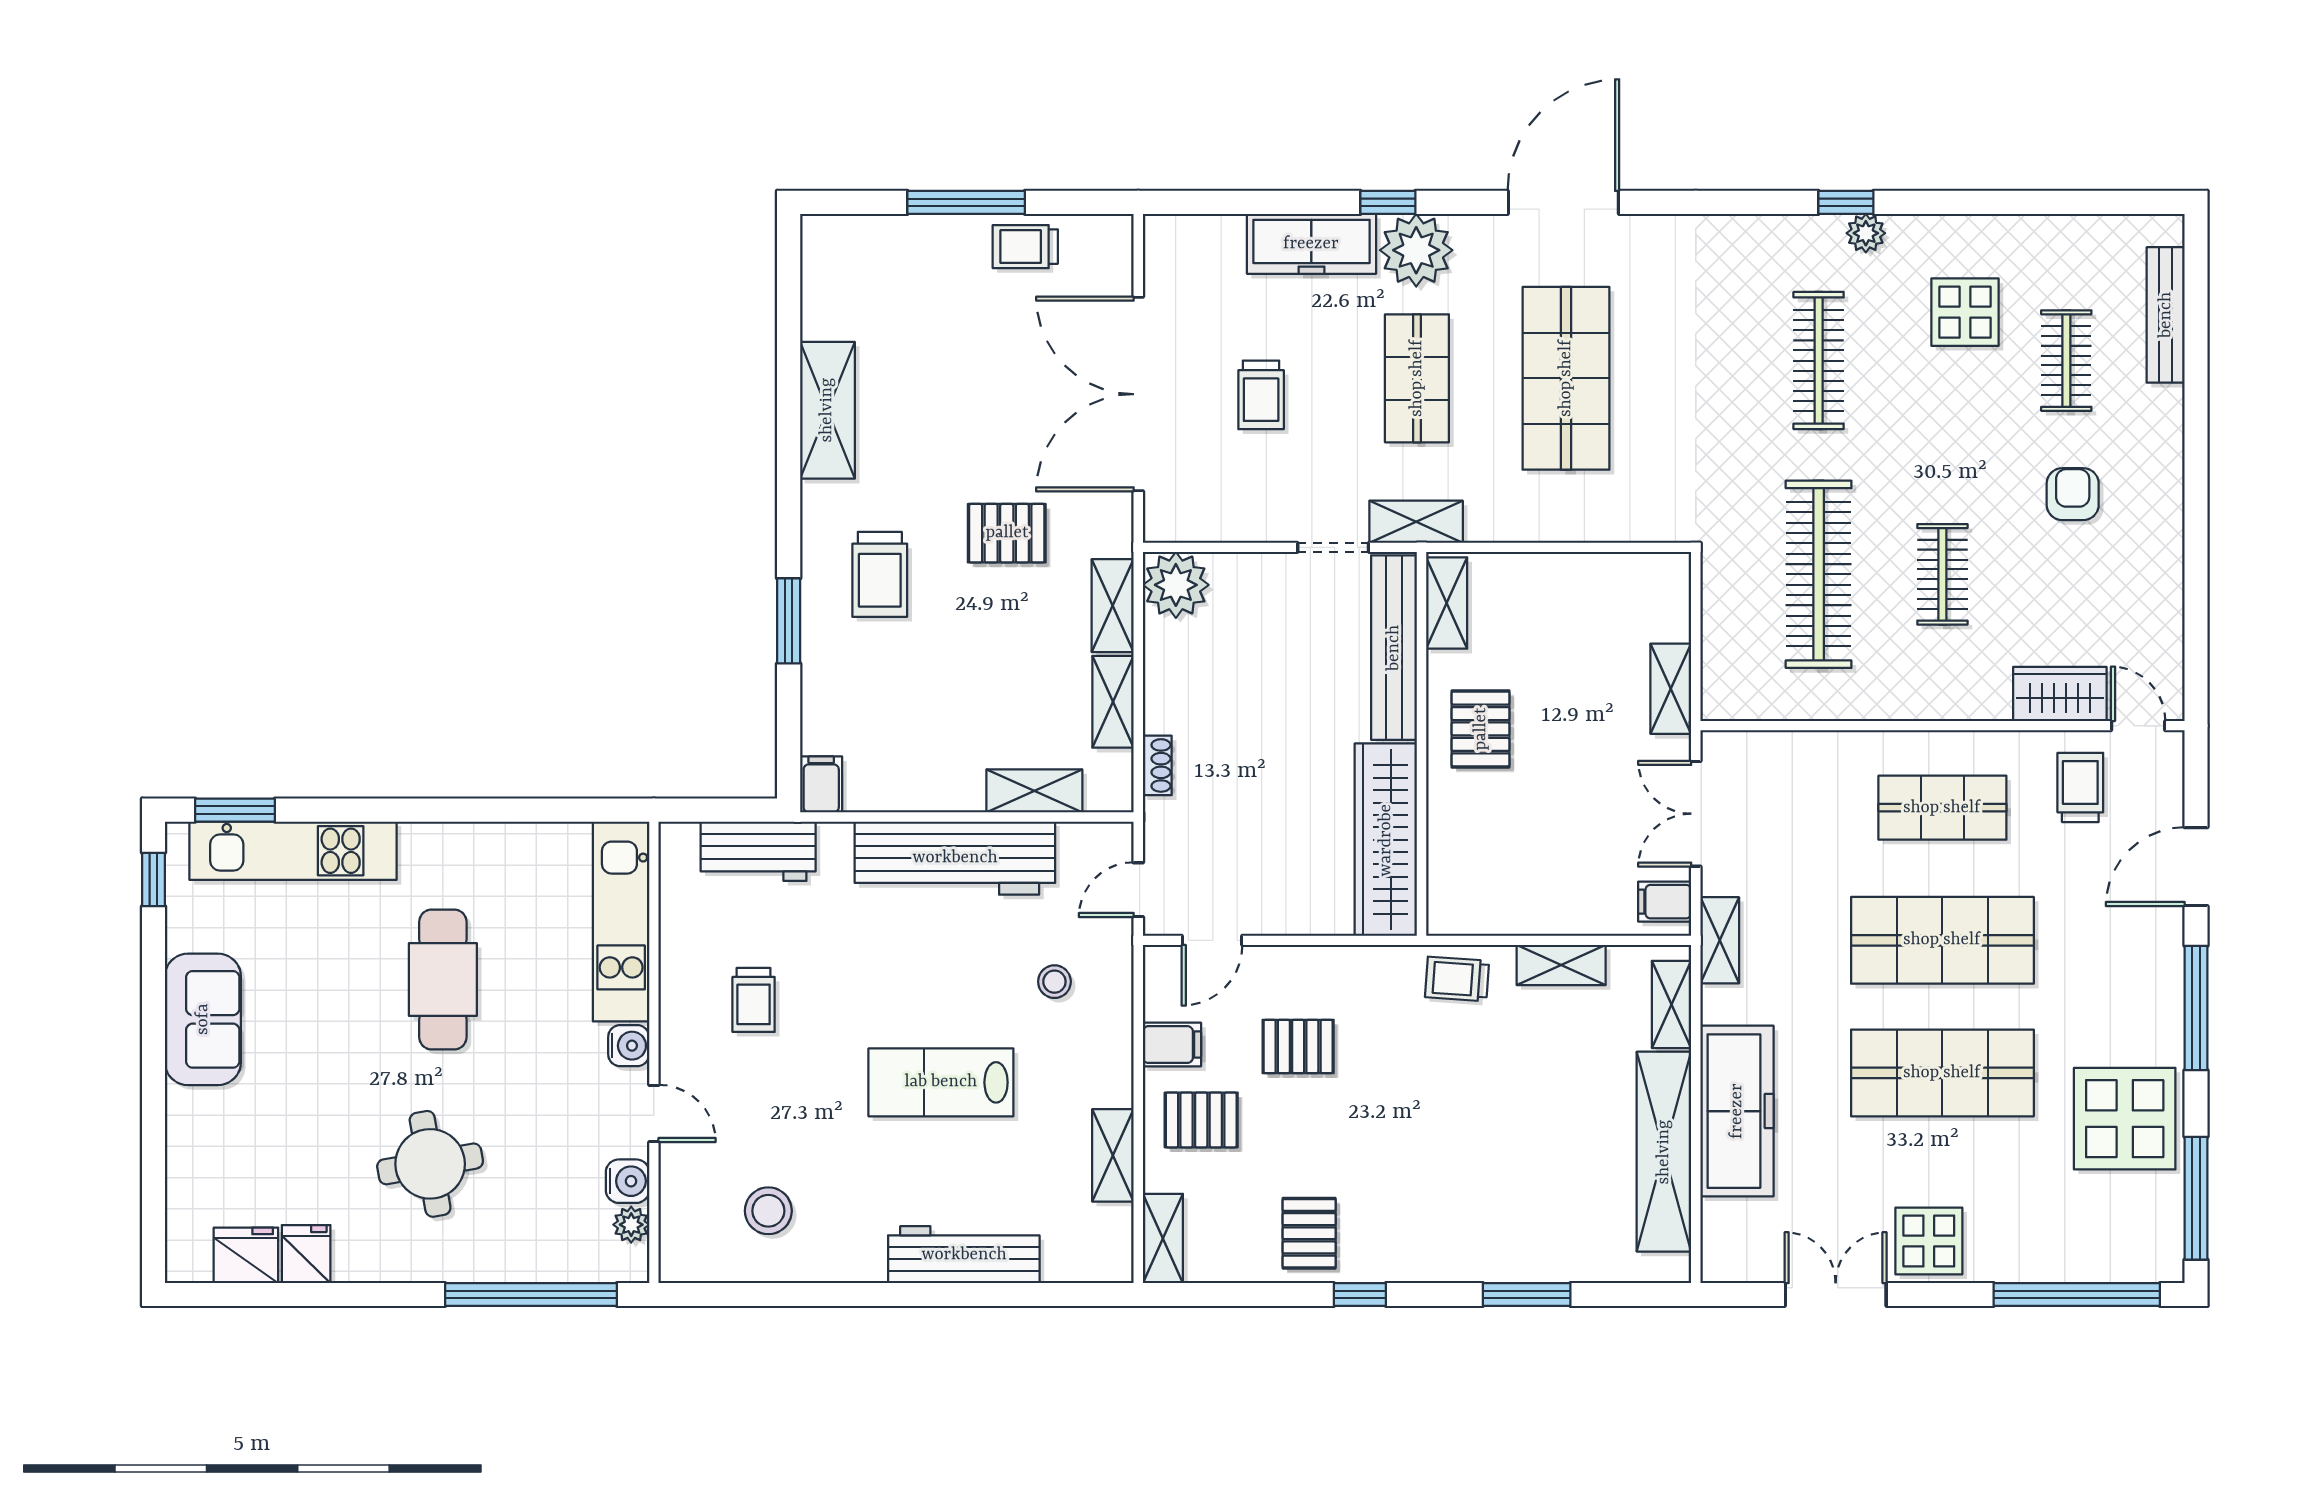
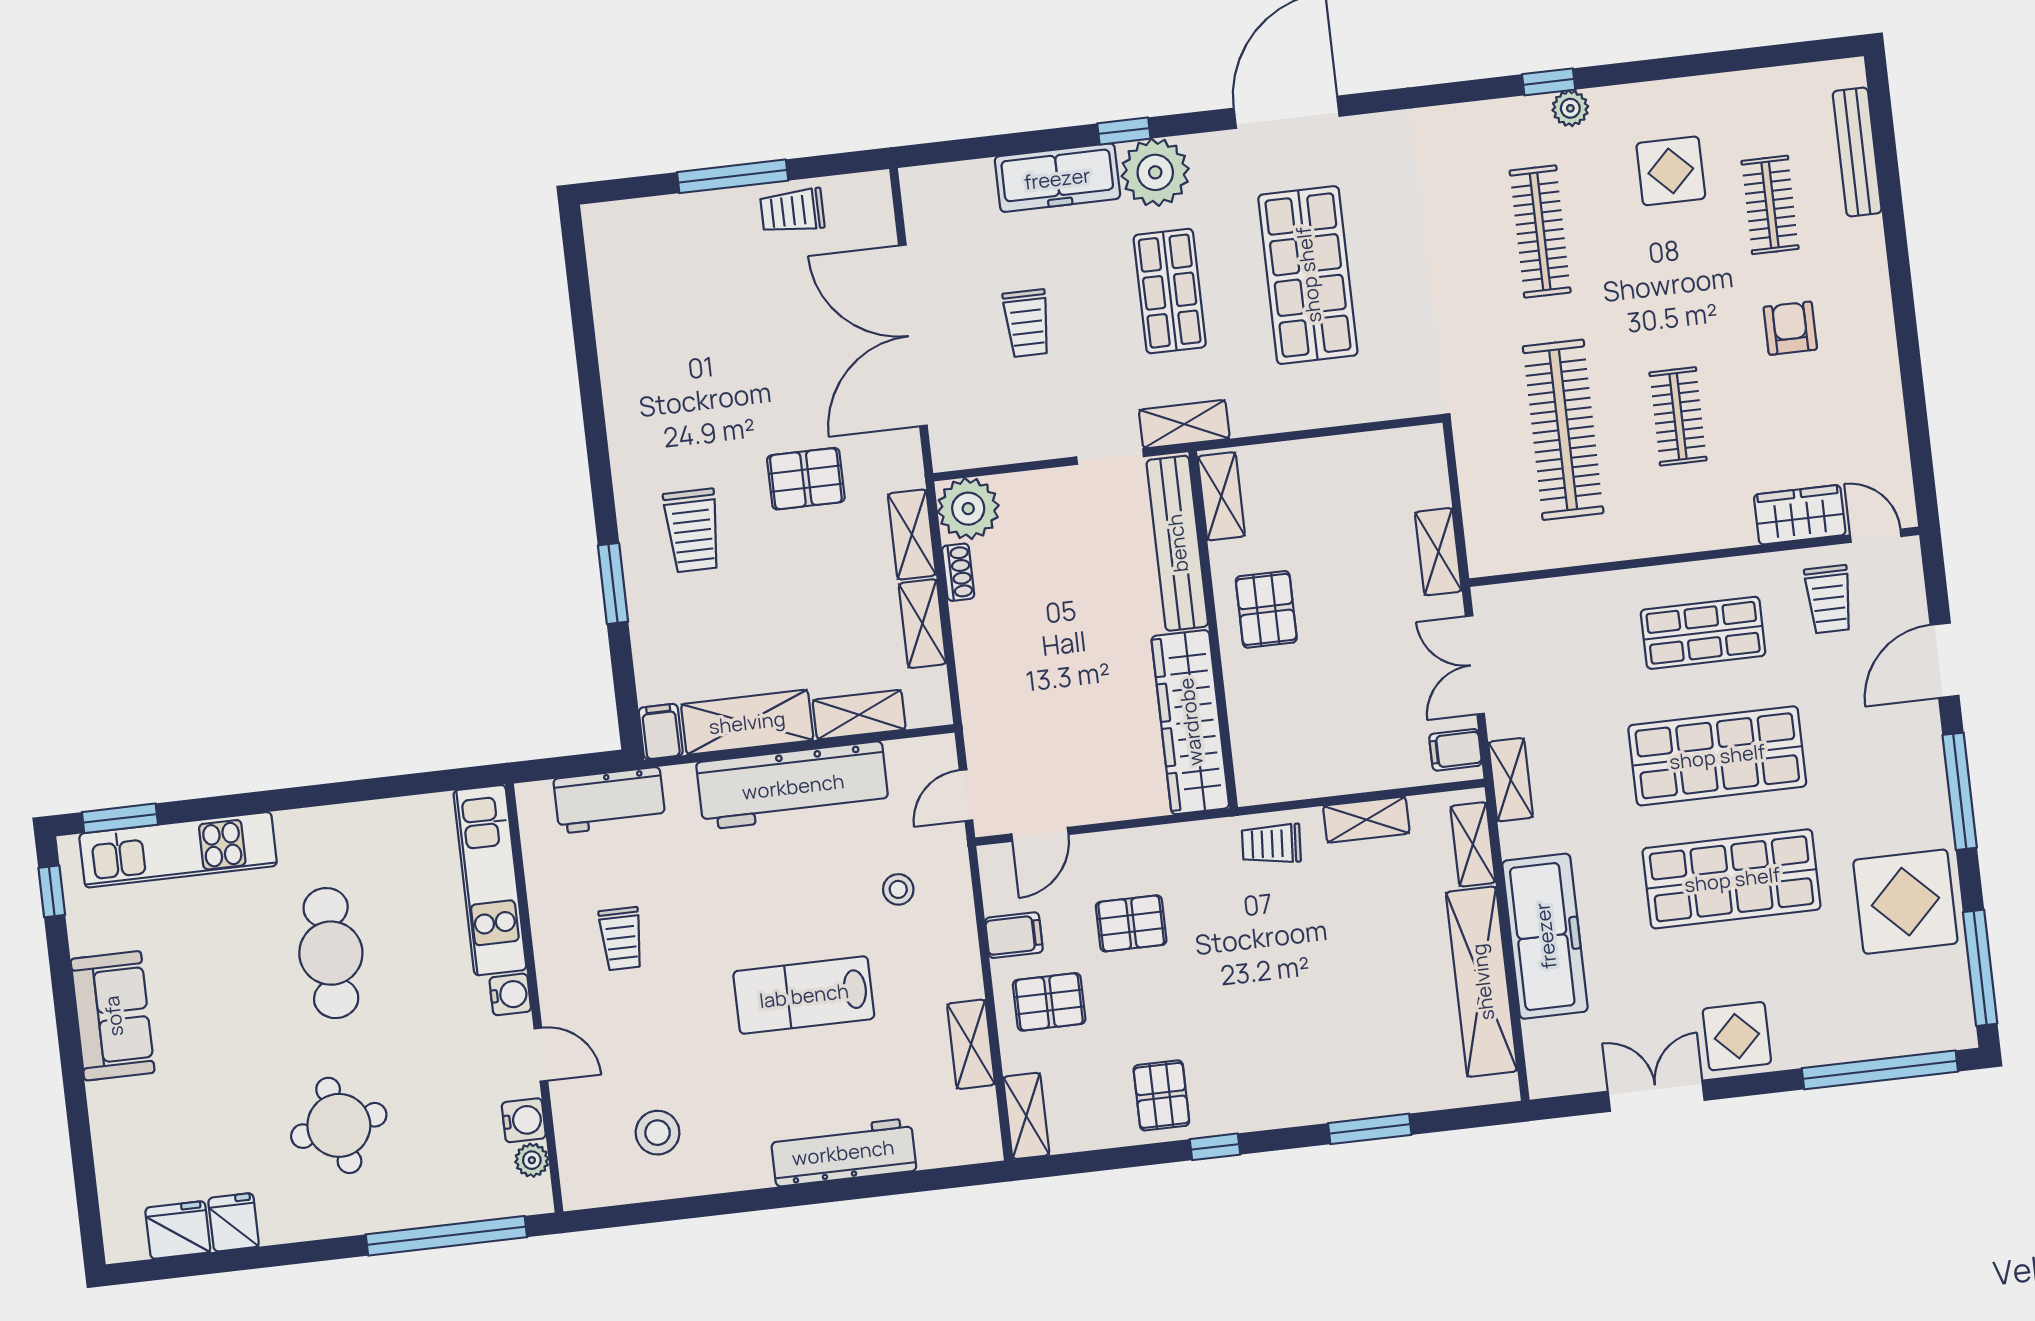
shelving: (827, 410) -> (747, 722), moved, turned 90
shoe rack: (1157, 765) -> (958, 572), moved
trolley: (2080, 787) -> (1829, 599), turned 180

